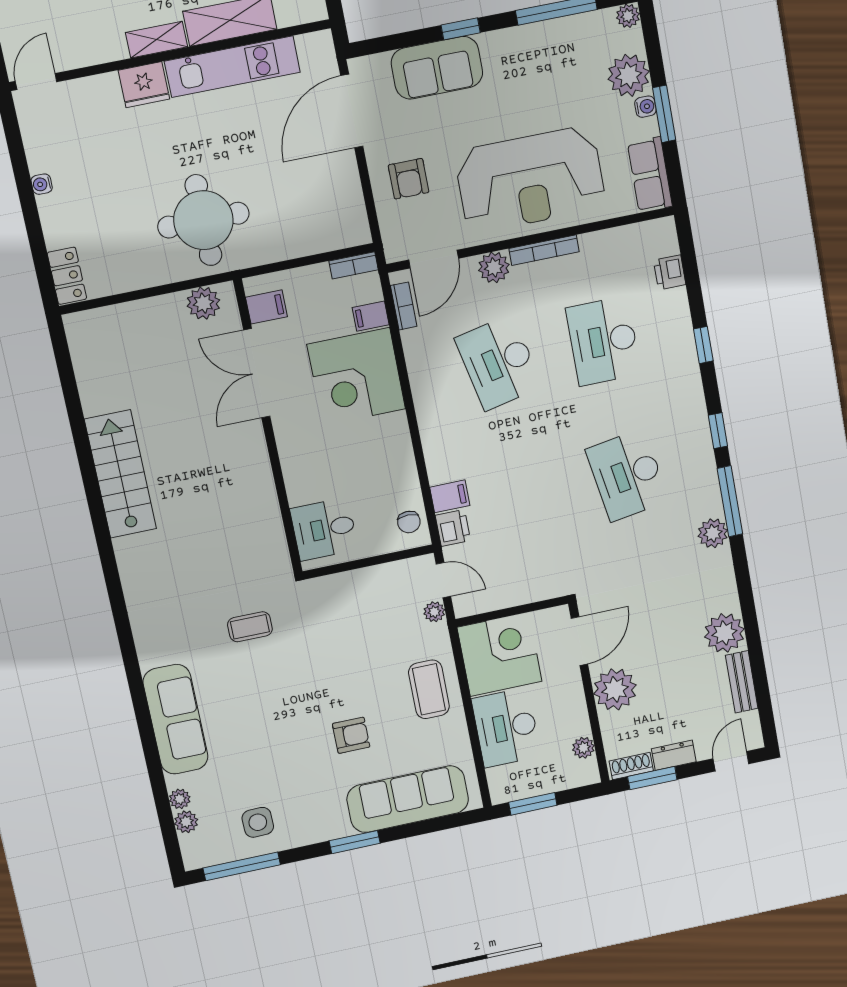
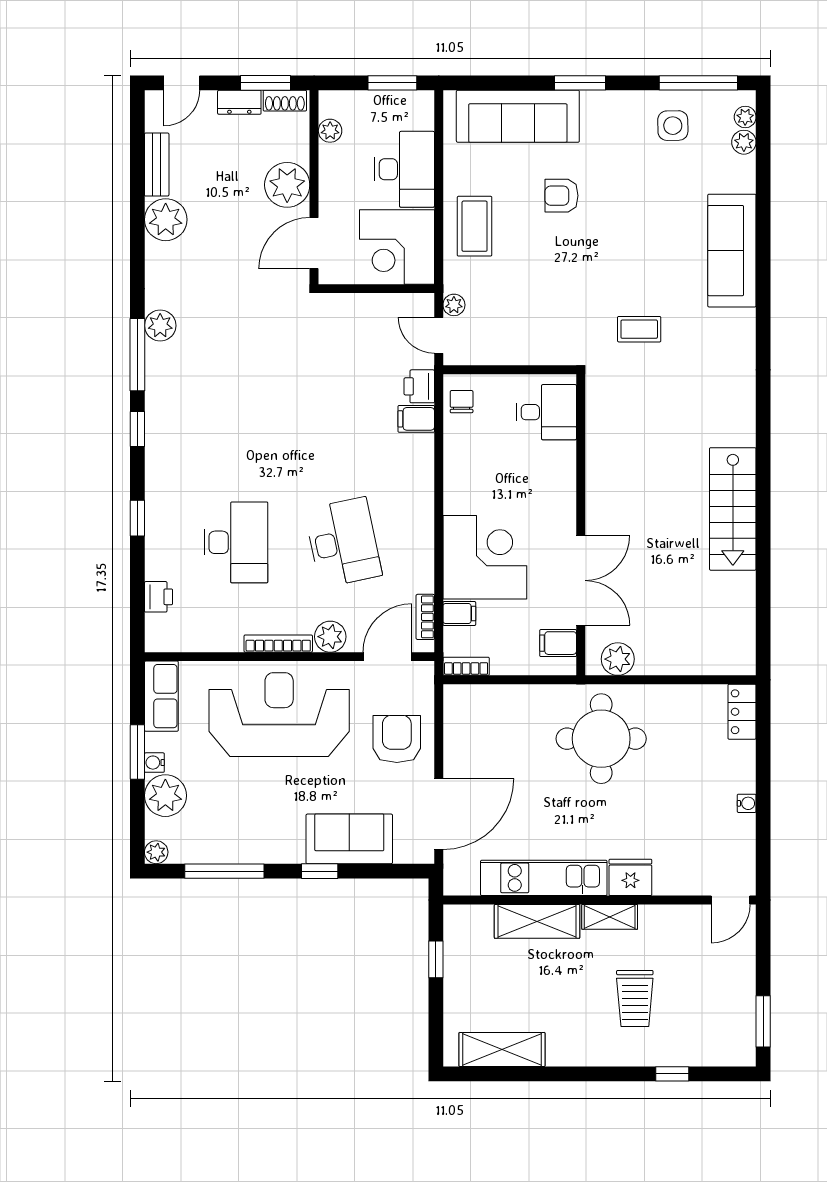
armchair: (408, 179) -> (397, 739), width x1.38, depth x1.38
desk: (627, 475) -> (236, 403), removed
plant: (180, 799) -> (745, 117), moved

